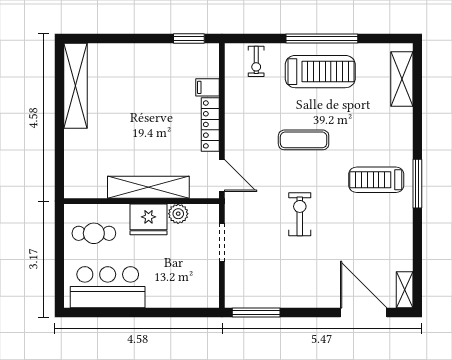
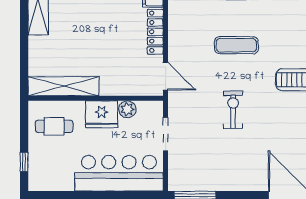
shelving: (148, 187) -> (63, 86), moved
window: (59, 274) -> (24, 162), added
bar counter: (108, 287) -> (119, 173), moved, width x1.36

